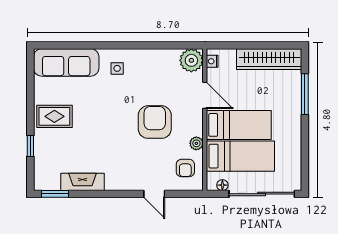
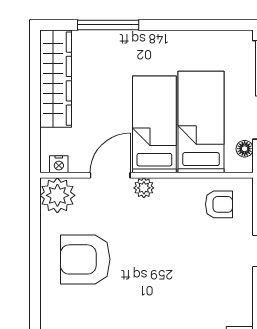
side table: (117, 68) -> (70, 307), removed
armchair: (155, 122) -> (85, 259), moved
plant: (196, 143) -> (144, 188), moved

